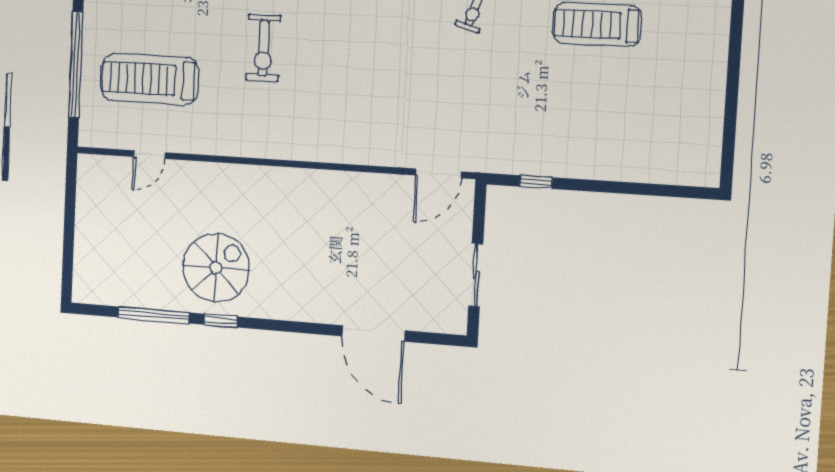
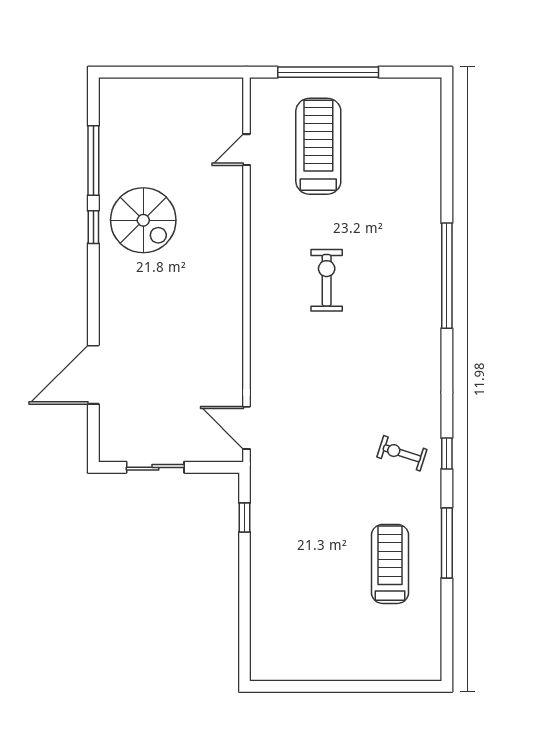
exercise bike: (263, 48) -> (327, 280), moved, turned 90
door: (149, 155) -> (247, 150), hinge flipped

